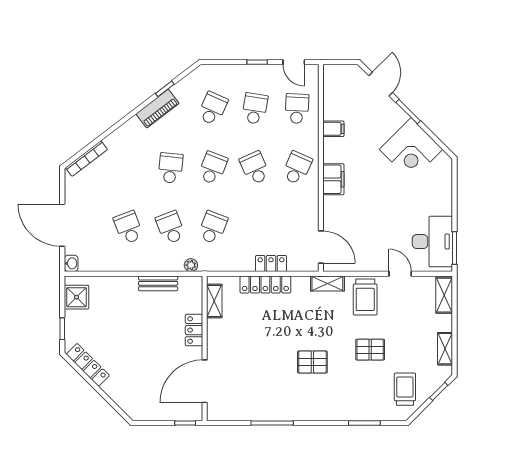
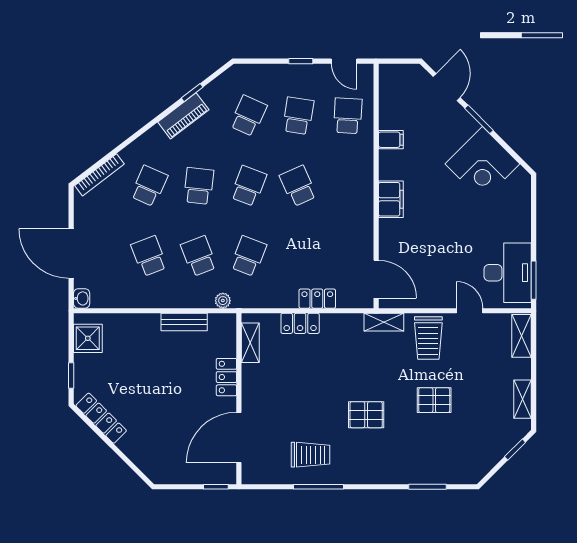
school desk: (297, 168) -> (149, 186), moved
locker: (265, 285) -> (300, 323), width x0.66
trolley: (405, 389) -> (310, 455), moved, turned 90

